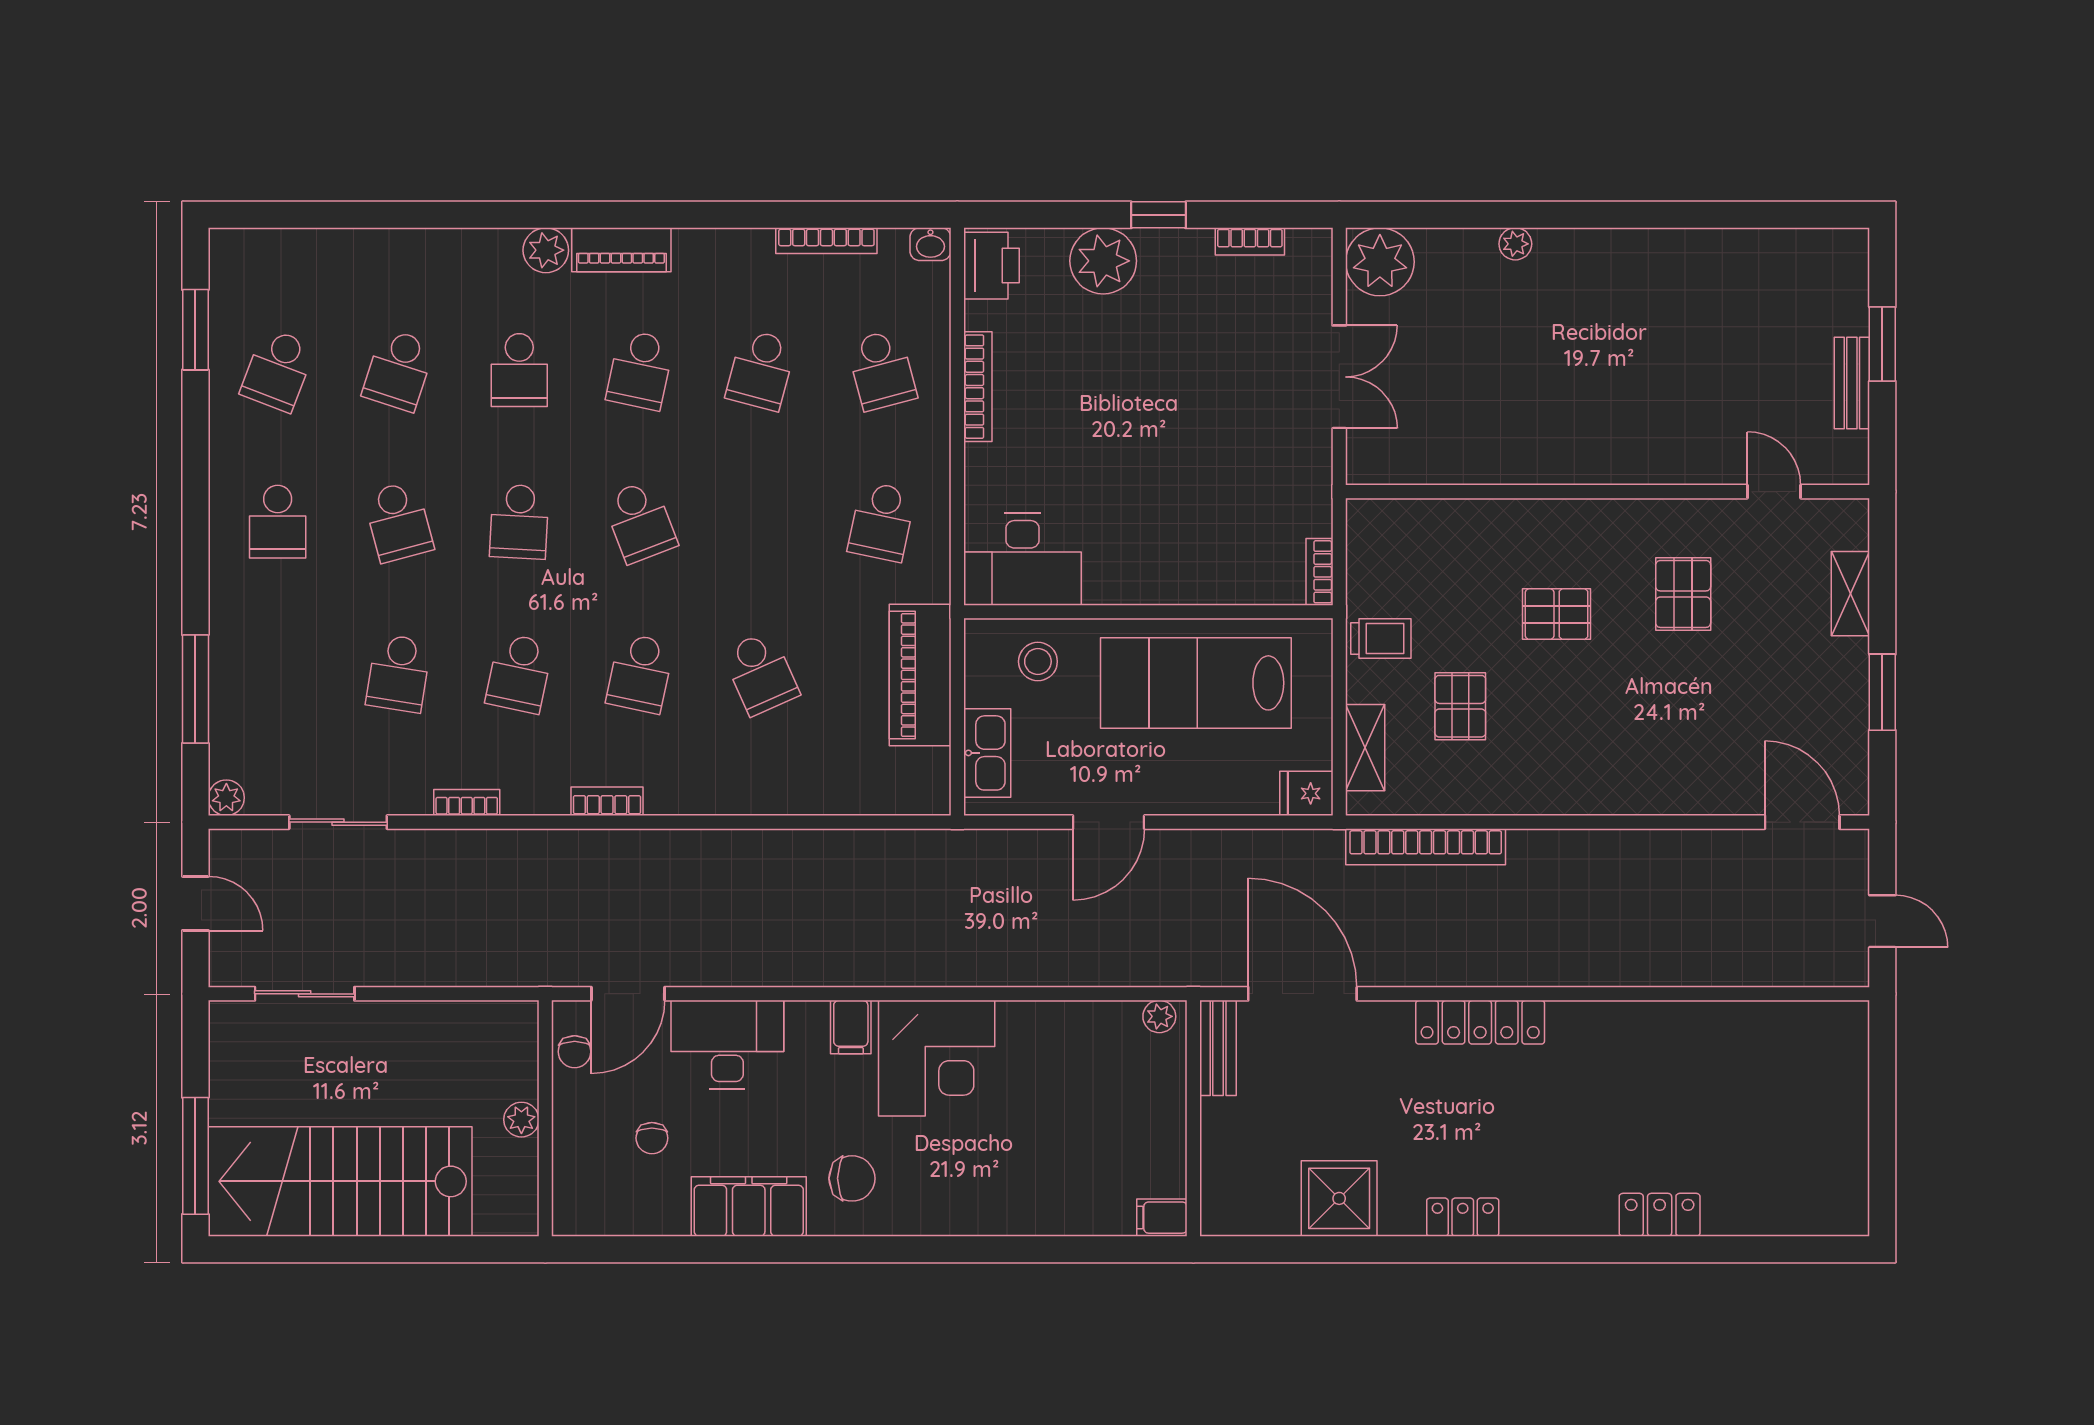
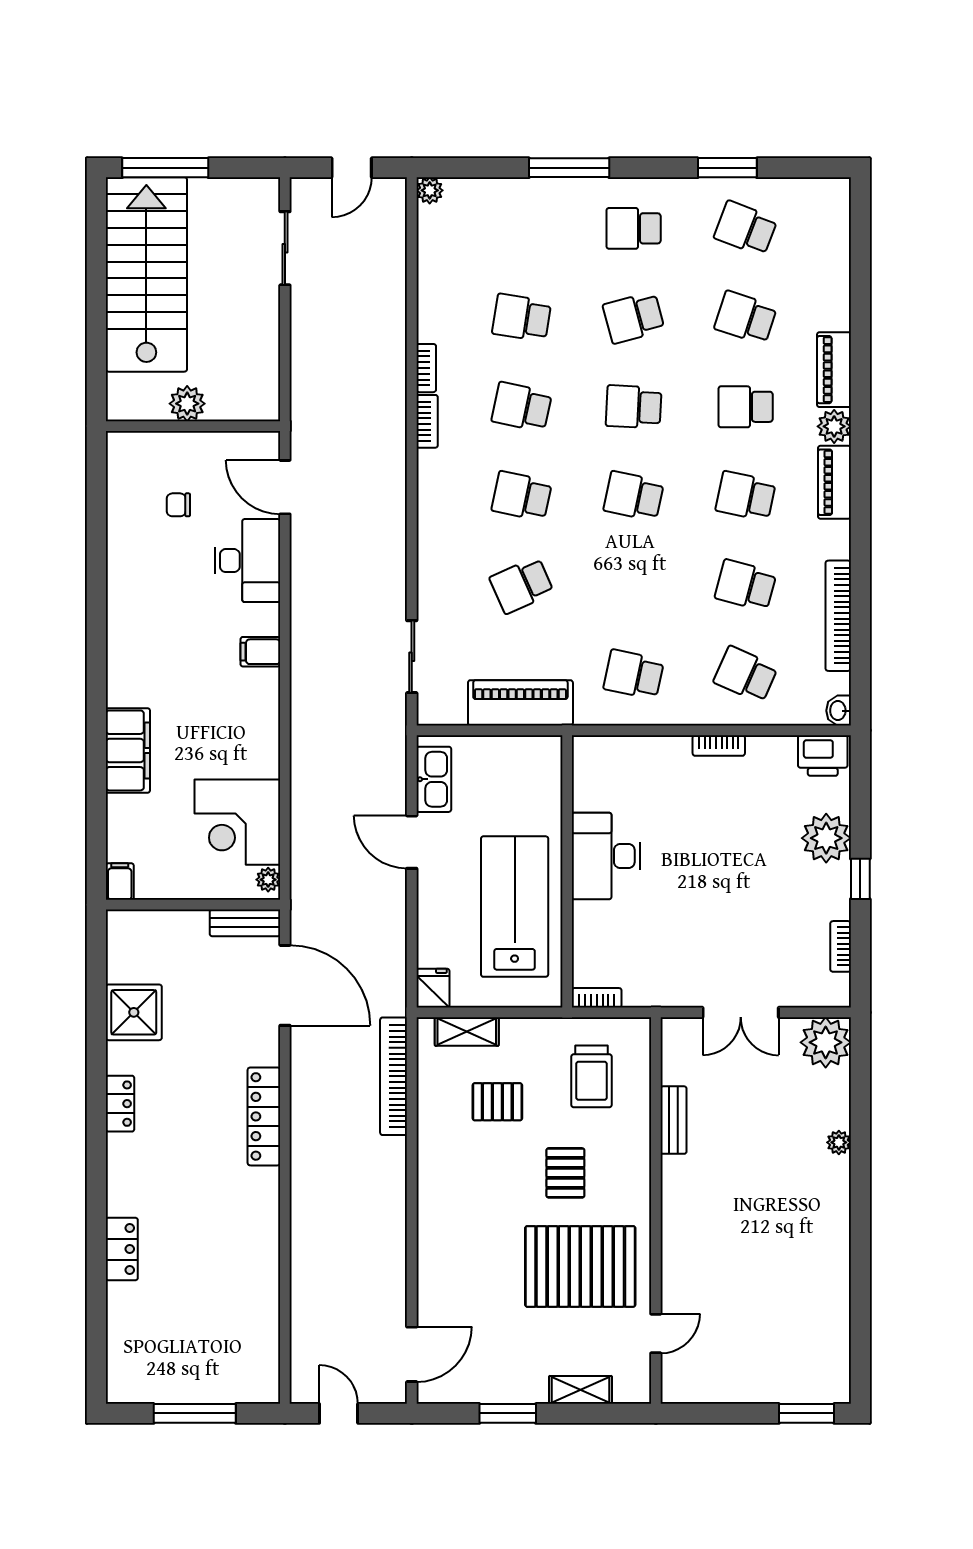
bookcase: (826, 241) -> (838, 616), width x1.48, depth x1.31
piano: (469, 250) -> (834, 370), added
window: (195, 330) -> (727, 168), moved
window: (1882, 344) -> (806, 1413), moved
school desk: (882, 370) -> (746, 674), turned 39
bench: (1852, 383) -> (674, 1120), moved, turned 90
bookcase: (978, 387) -> (719, 746), width x0.64
school desk: (640, 522) -> (634, 496), turned 33
desk: (1022, 559) -> (606, 856), moved
pallet: (1683, 594) -> (580, 1266), width x2.05, depth x2.00
trolley: (1381, 639) -> (591, 1076), moved, width x1.36, depth x1.39
stool: (1038, 661) -> (530, 790), removed
window: (195, 689) -> (569, 168), moved
kitchen sink: (987, 753) -> (434, 779), moved, turned -90
bookcase: (607, 801) -> (427, 421), moved
sliding door: (338, 822) -> (412, 657), moved
door: (1882, 921) -> (339, 1413), swing flipped
door: (1302, 994) -> (285, 985), hinge flipped
chair: (575, 1052) -> (242, 448), removed
corner desk: (937, 1058) -> (237, 822), moved
window: (1882, 1116) -> (195, 1413), added
plant: (521, 1120) -> (187, 404), width x1.38, depth x1.38
chair: (852, 1178) -> (149, 653), removed
filing cabinet: (749, 1207) -> (128, 750), moved

